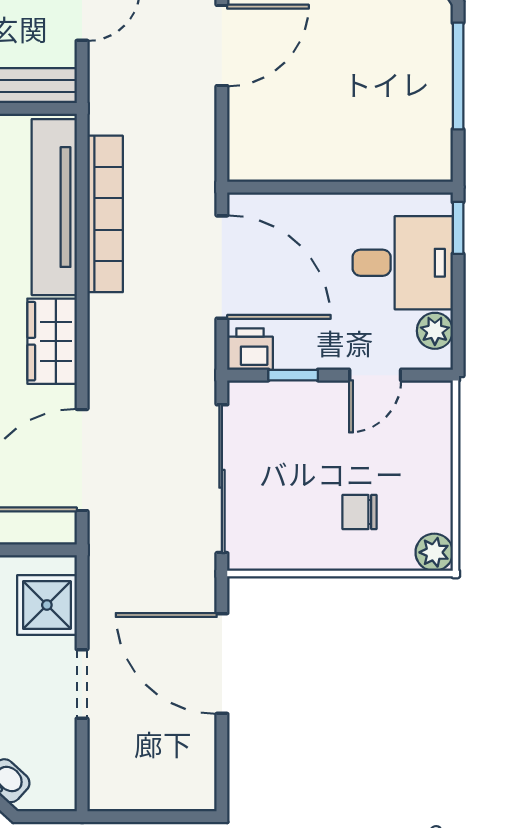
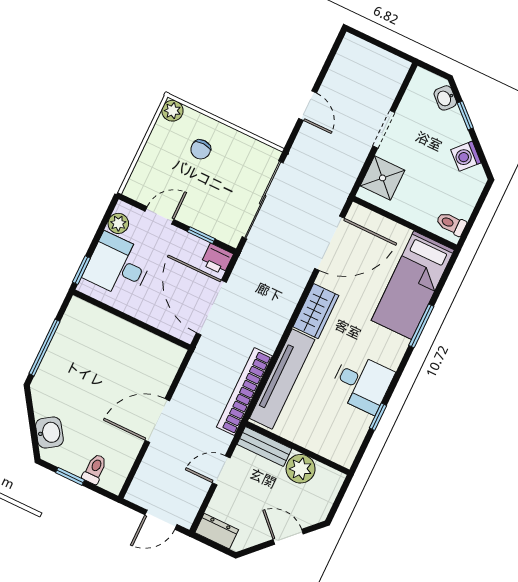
bookcase: (105, 214) -> (244, 392), moved
chair: (360, 512) -> (201, 149), turned 92
door: (222, 663) -> (308, 106), width x0.53

